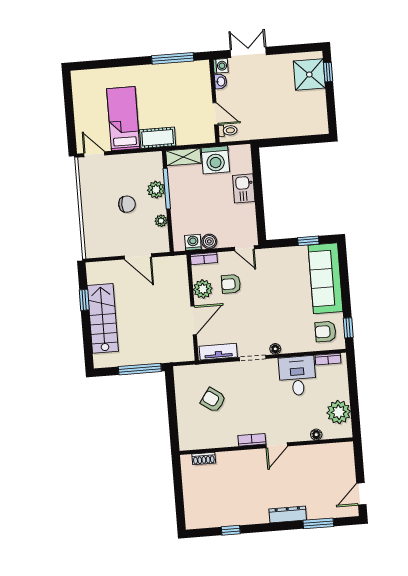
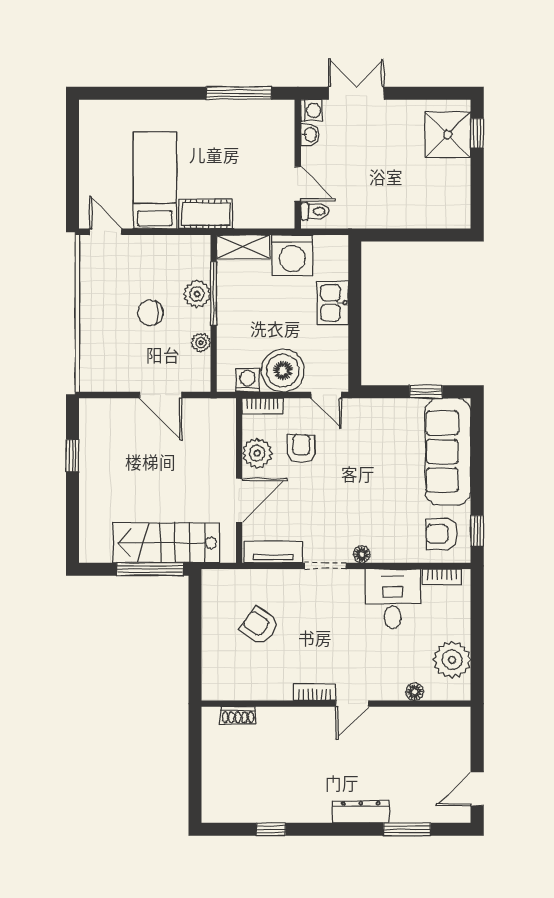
chair: (127, 204) -> (150, 313), turned 180
boiler: (209, 241) -> (283, 370), width x1.86, depth x1.86
armchair: (231, 284) -> (301, 449), turned 90
stairs: (103, 318) -> (167, 543), moved, turned -90

